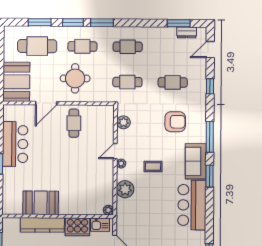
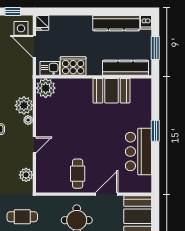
plant: (121, 164) -> (28, 120), moved
plant: (108, 210) -> (46, 88), width x1.88, depth x1.88
kitchen counter: (42, 225) -> (126, 68), moved

